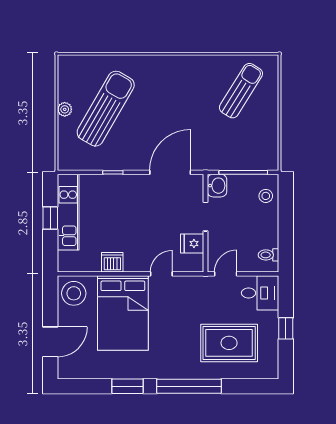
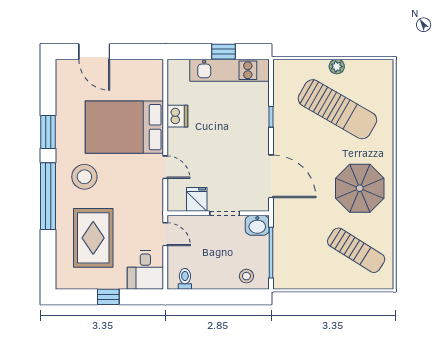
parasol: (181, 87) -> (360, 188), added
stool: (74, 293) -> (84, 177), moved

